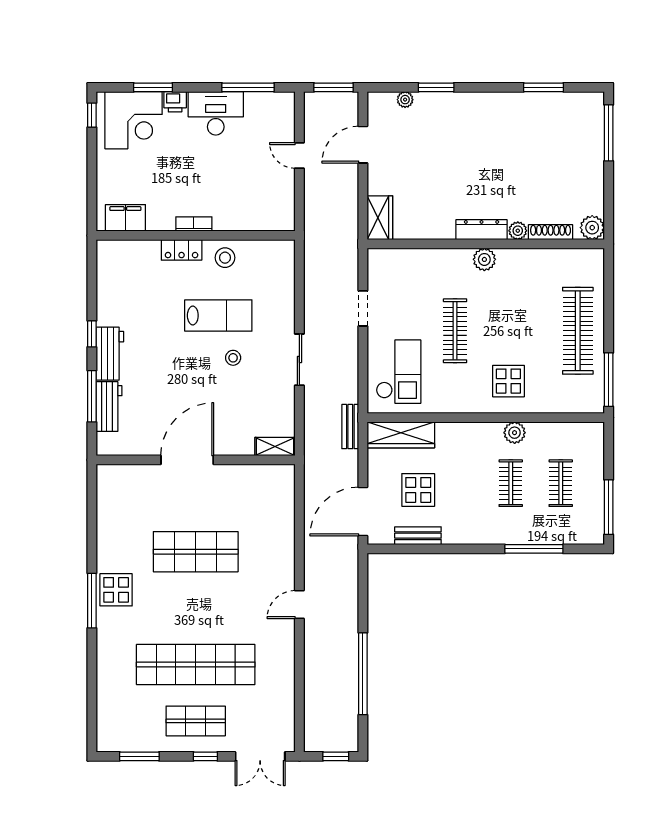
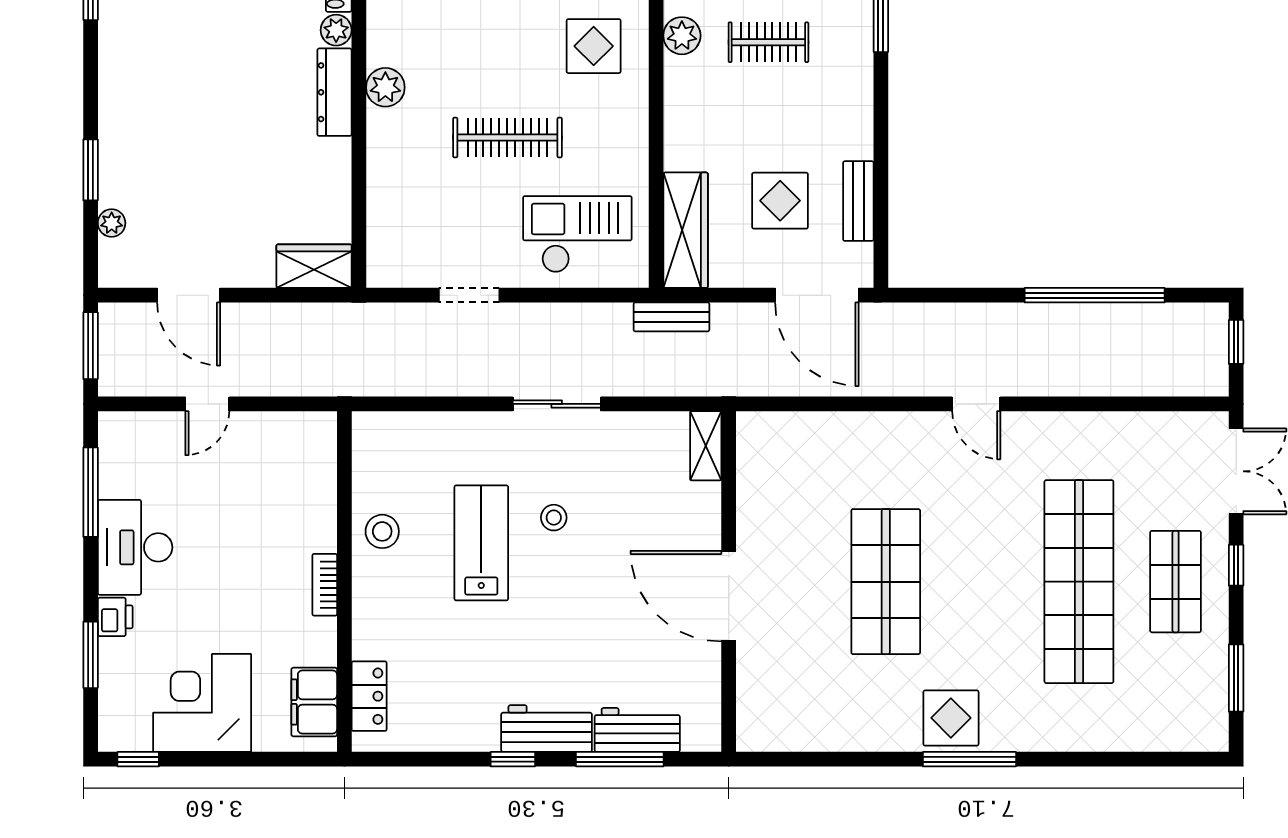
corner desk: (134, 120) -> (202, 703), moved, turned -90
locker: (182, 250) -> (369, 696), moved

